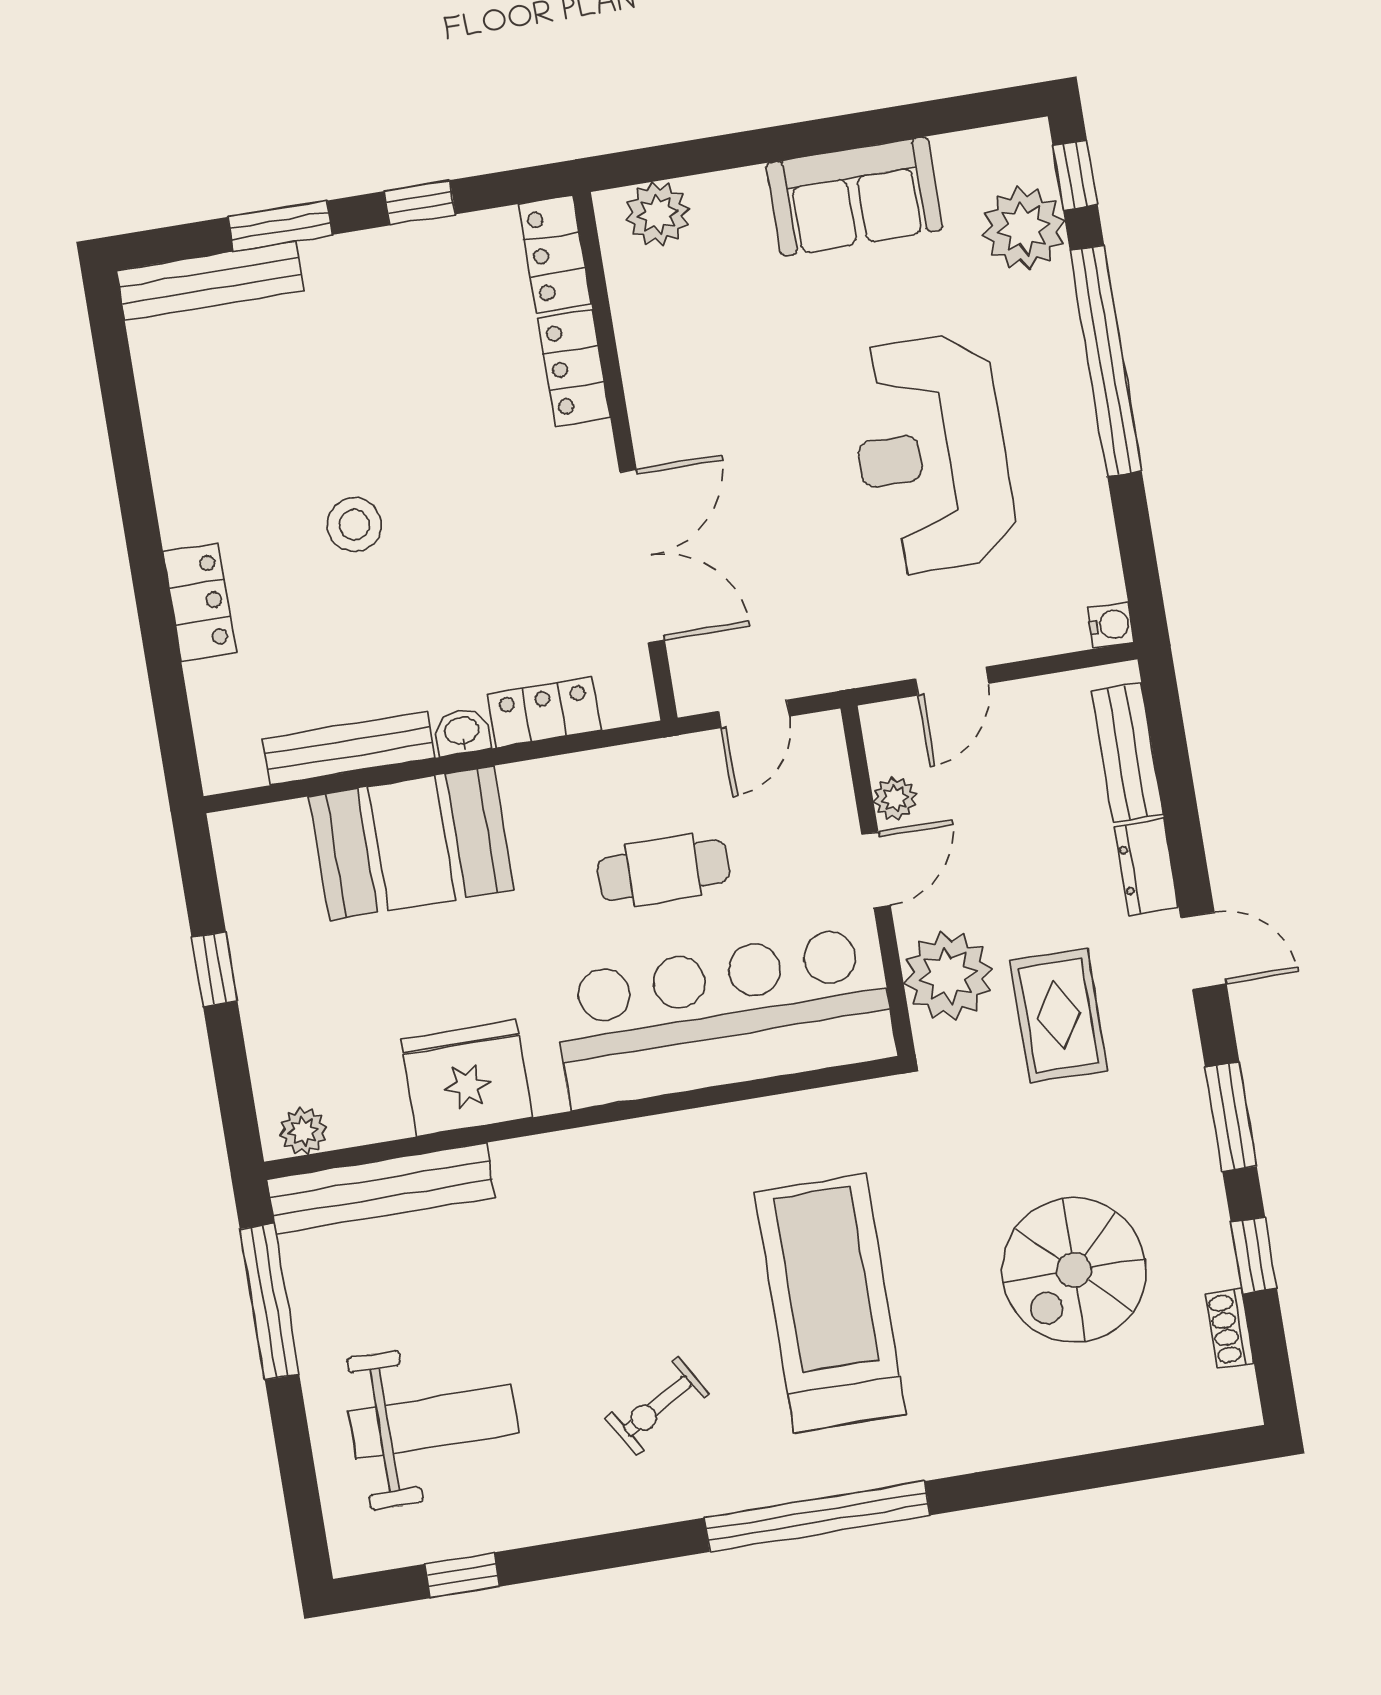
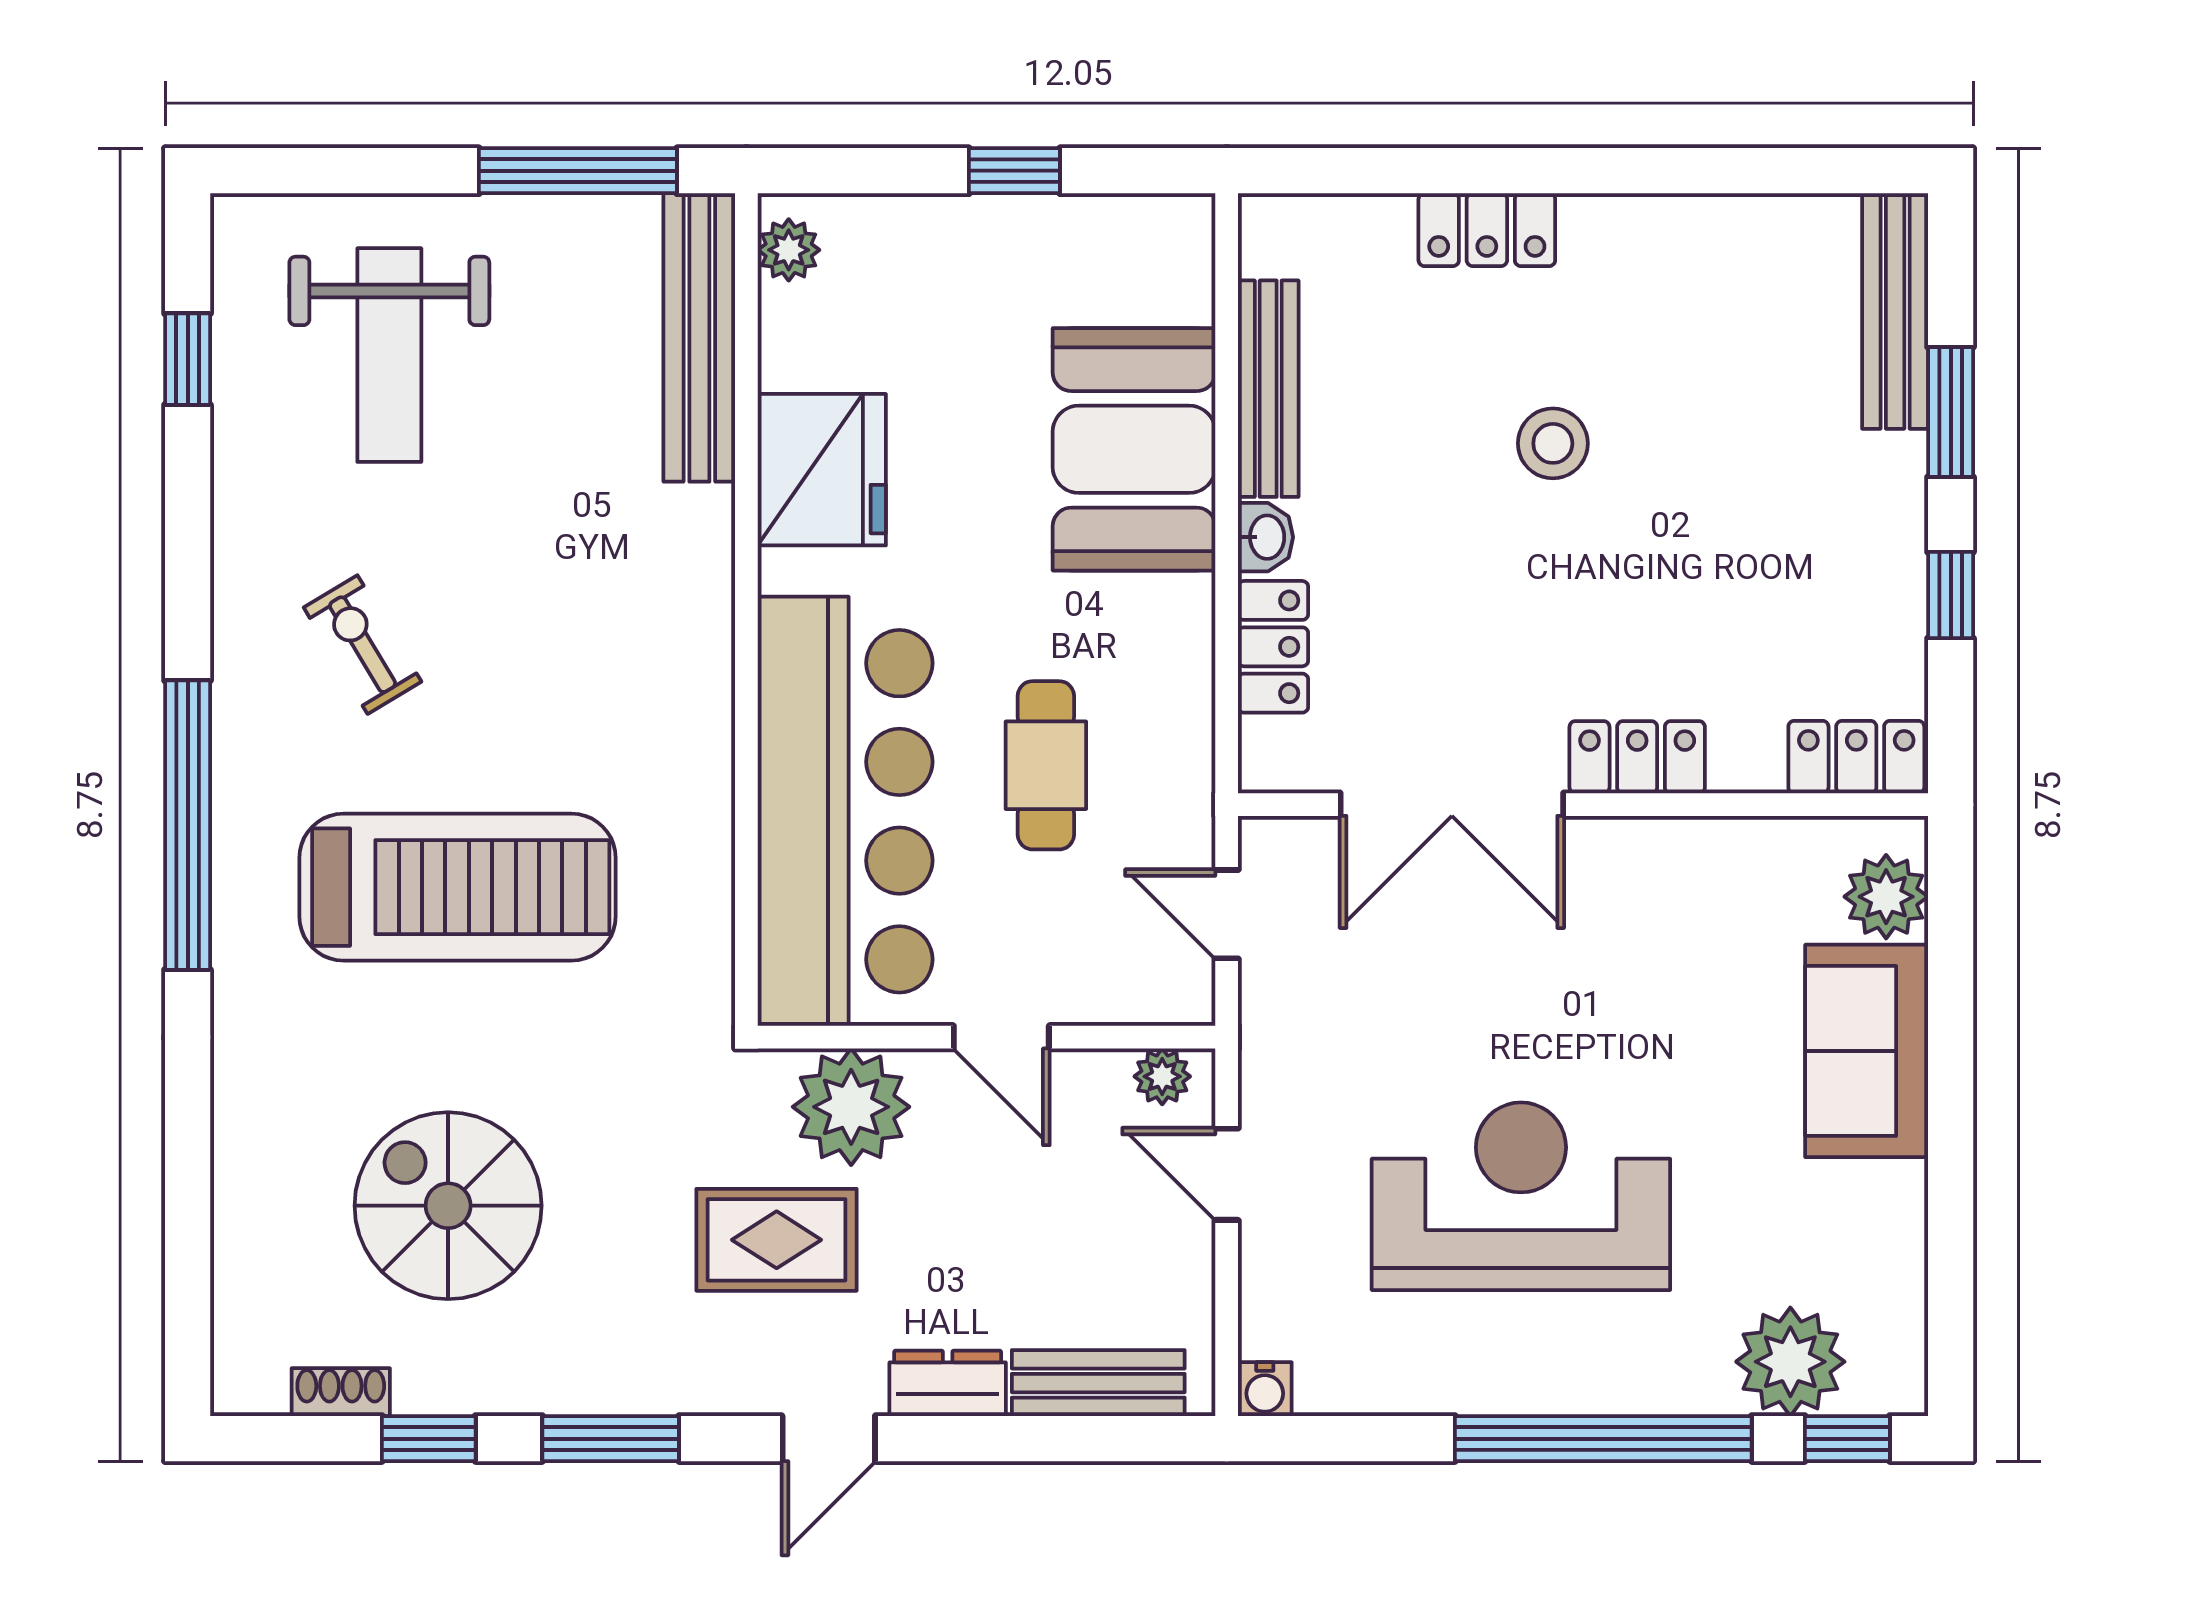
sofa: (854, 196) -> (1867, 1051), moved
locker: (574, 368) -> (1637, 757), moved
plant: (895, 799) -> (1162, 1076), moved

